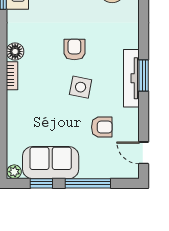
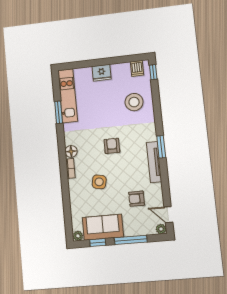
window: (144, 75) -> (161, 147), moved
side table: (81, 87) -> (99, 182), moved
armchair: (102, 127) -> (137, 199), turned 180
plant: (131, 172) -> (161, 229), added

